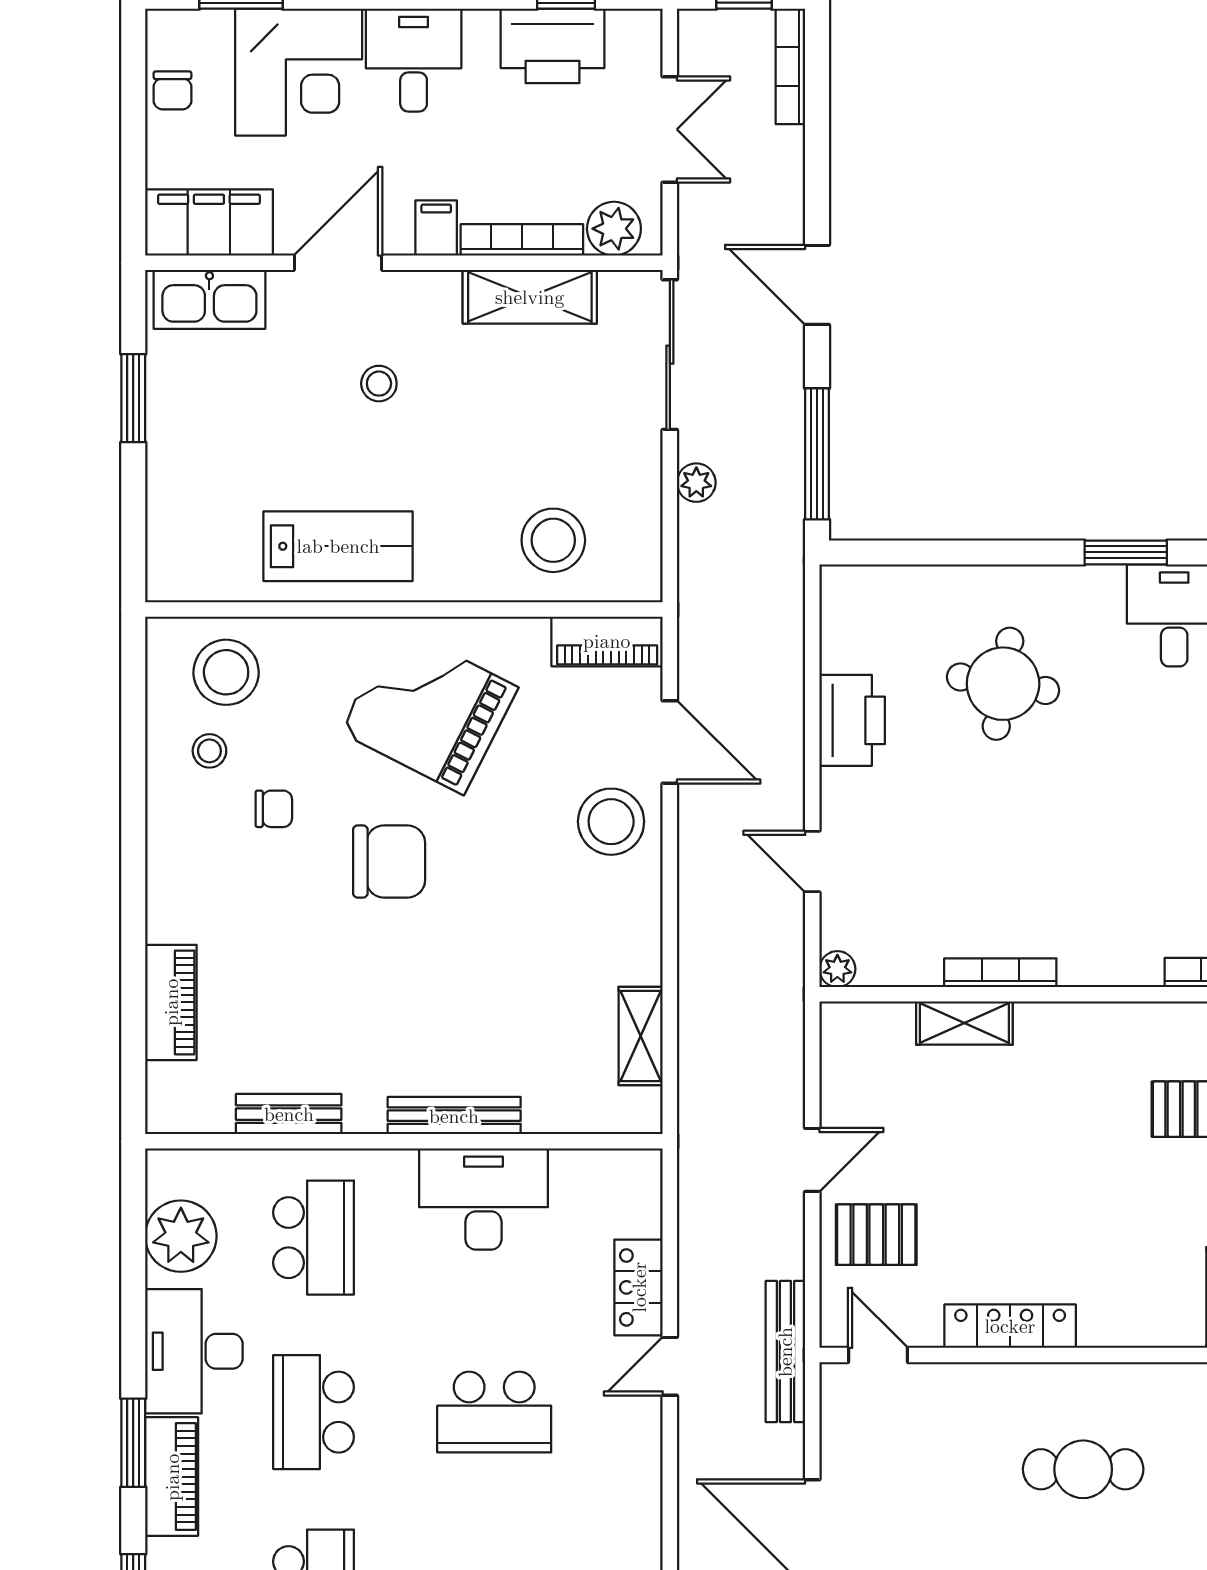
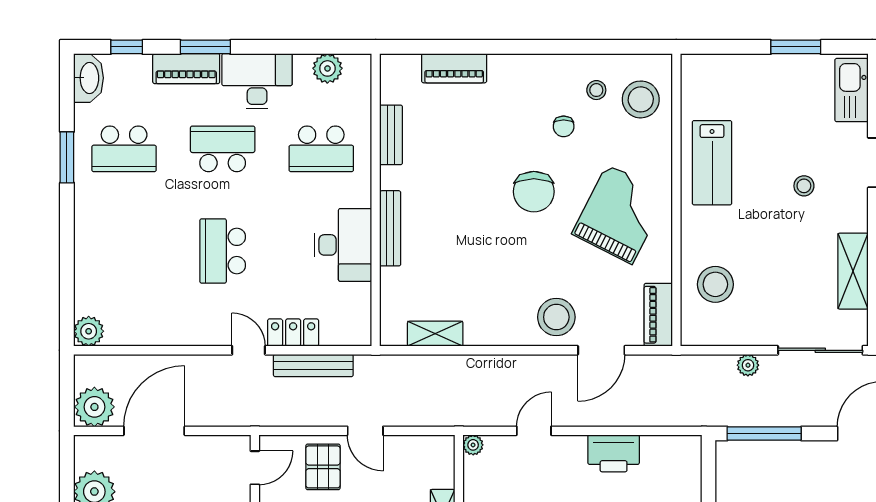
plant: (181, 1236) -> (327, 68), width x0.73, depth x0.73
bench: (785, 1352) -> (313, 365), moved

